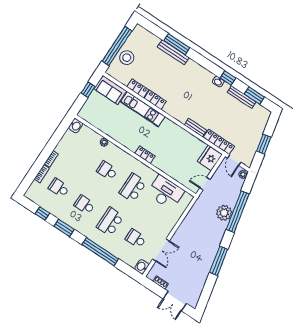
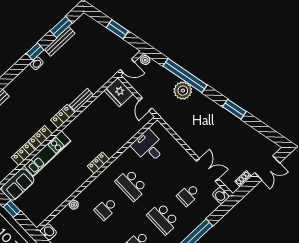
locker: (219, 142) -> (63, 116), moved, width x0.66
desk: (166, 192) -> (149, 147), width x0.73
window: (219, 261) -> (234, 109), width x0.69

